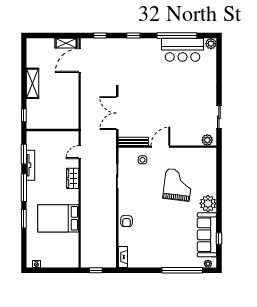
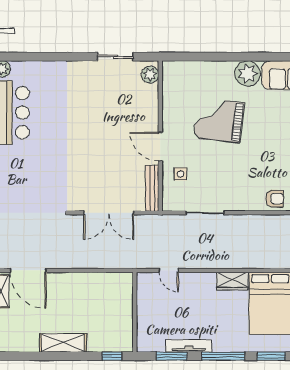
wardrobe: (73, 178) -> (232, 281), moved

